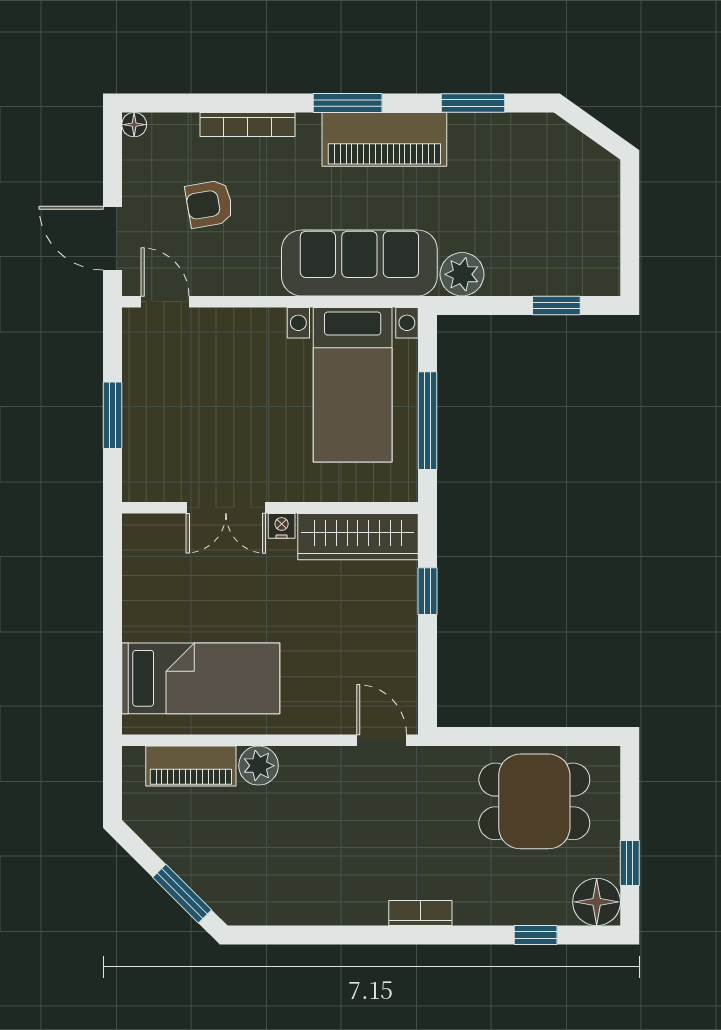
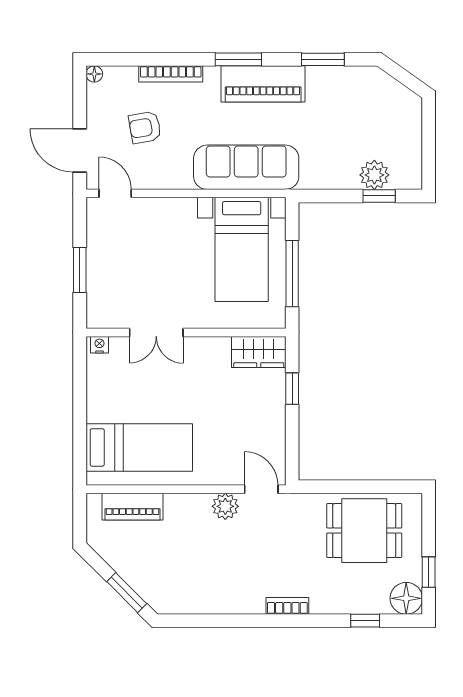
plant: (462, 274) -> (374, 175), moved
nightstand: (282, 526) -> (99, 345), moved
wardrobe: (358, 537) -> (259, 352), width x0.67
plant: (259, 766) -> (225, 506), moved

